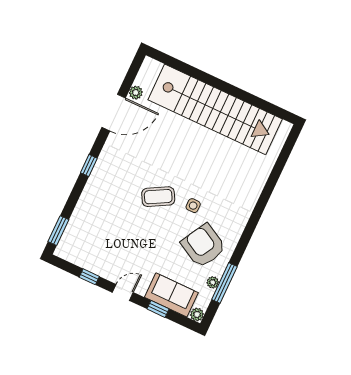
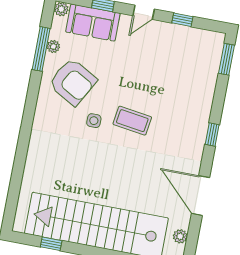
plant: (136, 93) -> (180, 236), moved
window: (261, 103) -> (51, 244), added
door: (114, 113) -> (200, 196), hinge flipped
coffee table: (158, 197) -> (132, 121), turned 37

